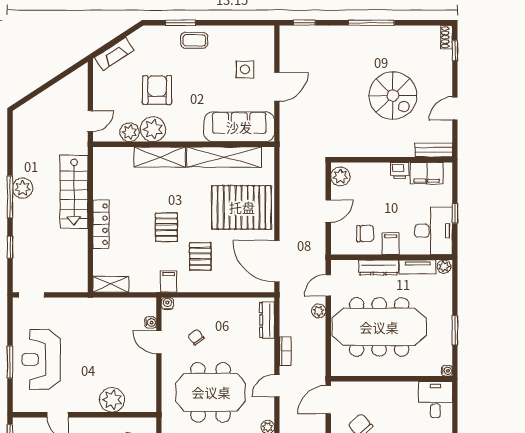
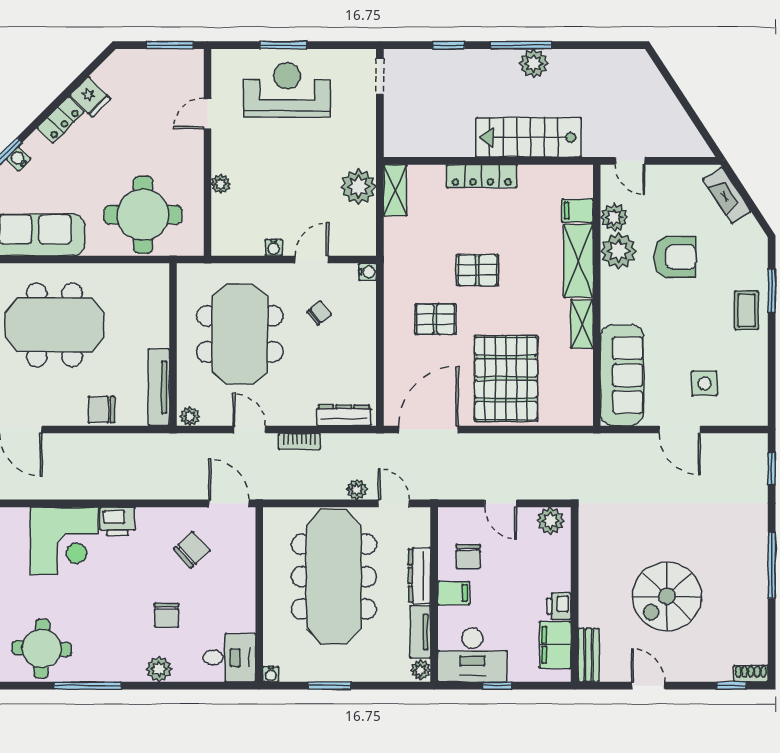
shelving: (224, 157) -> (582, 324), width x0.45, depth x0.75
filing cabinet: (169, 282) -> (578, 211), moved, turned 180
plant: (108, 310) -> (358, 187), added
water cooler: (151, 322) -> (274, 248), moved
plant: (112, 400) -> (221, 184), width x0.53, depth x0.53

